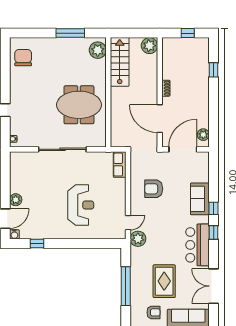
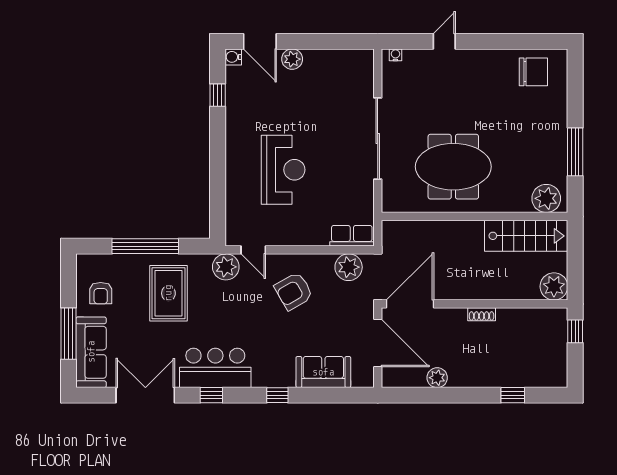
window: (188, 33) -> (575, 331), moved
meeting table: (79, 105) -> (453, 167), turned 90
door: (160, 119) -> (410, 304), moved
plant: (203, 135) -> (437, 378), moved
plant: (138, 166) -> (349, 267), added
armchair: (154, 189) -> (294, 291), moved, turned -120
sofa: (200, 199) -> (323, 372), moved
reception desk: (81, 205) -> (283, 170), turned -90
window: (214, 233) -> (211, 395), moved
rug: (164, 281) -> (168, 293), moved, turned 90

